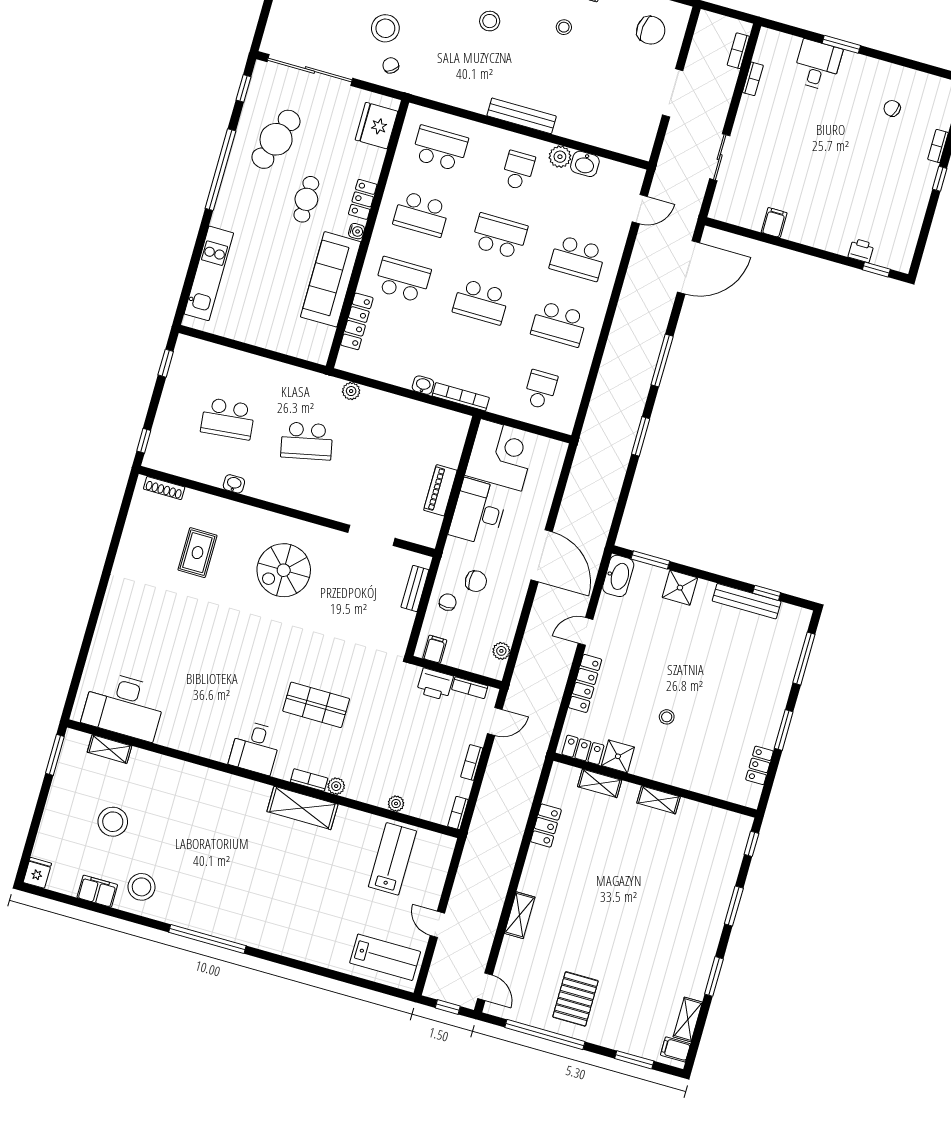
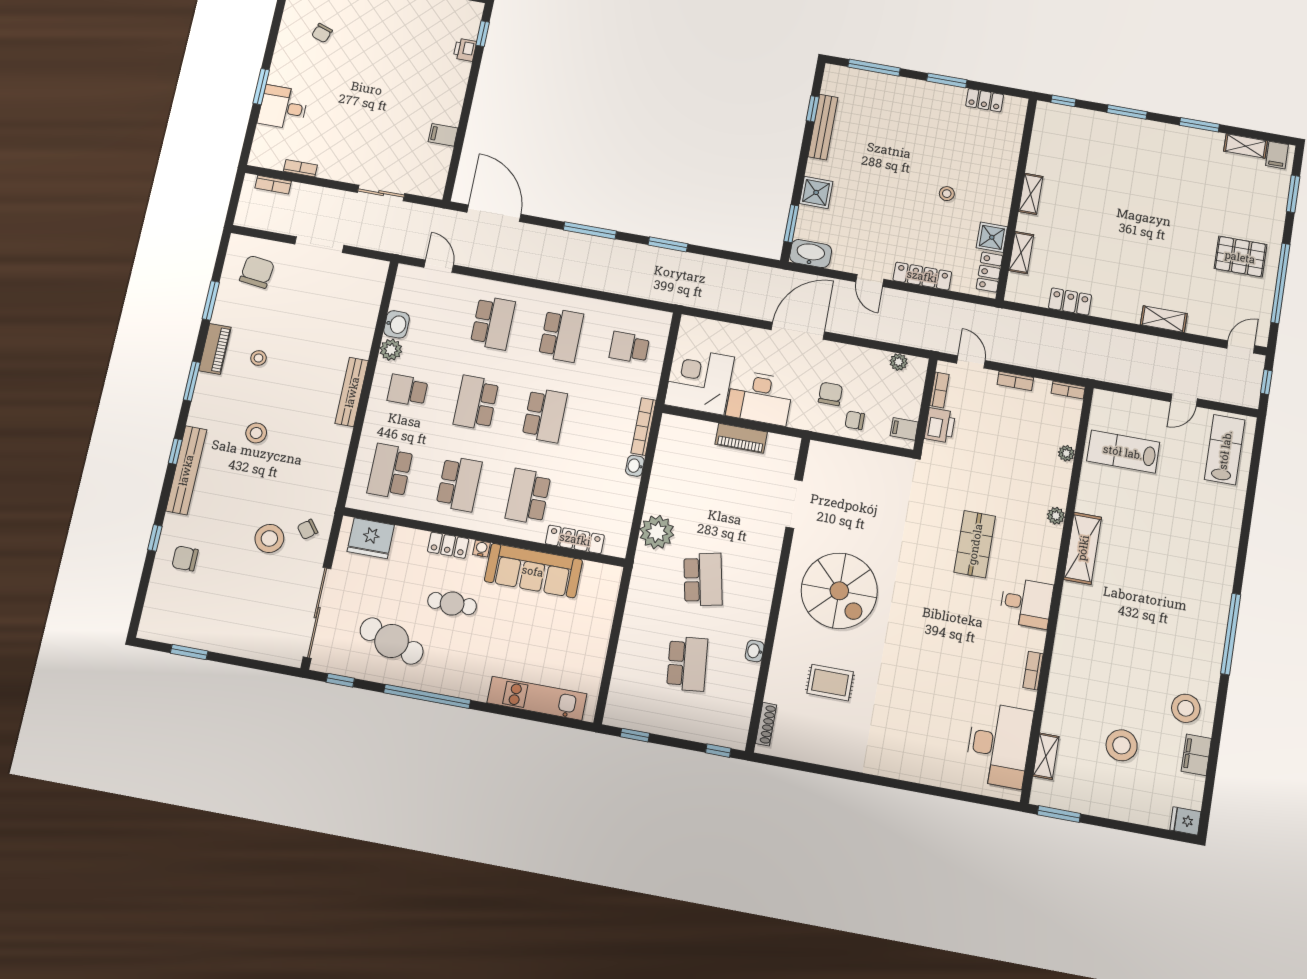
plant: (351, 391) -> (657, 532), width x1.87, depth x1.87
spiral stairs: (284, 570) -> (839, 591), width x1.37, depth x1.37
bench: (415, 588) -> (844, 455), removed
bookcase: (309, 780) -> (1033, 671), moved

